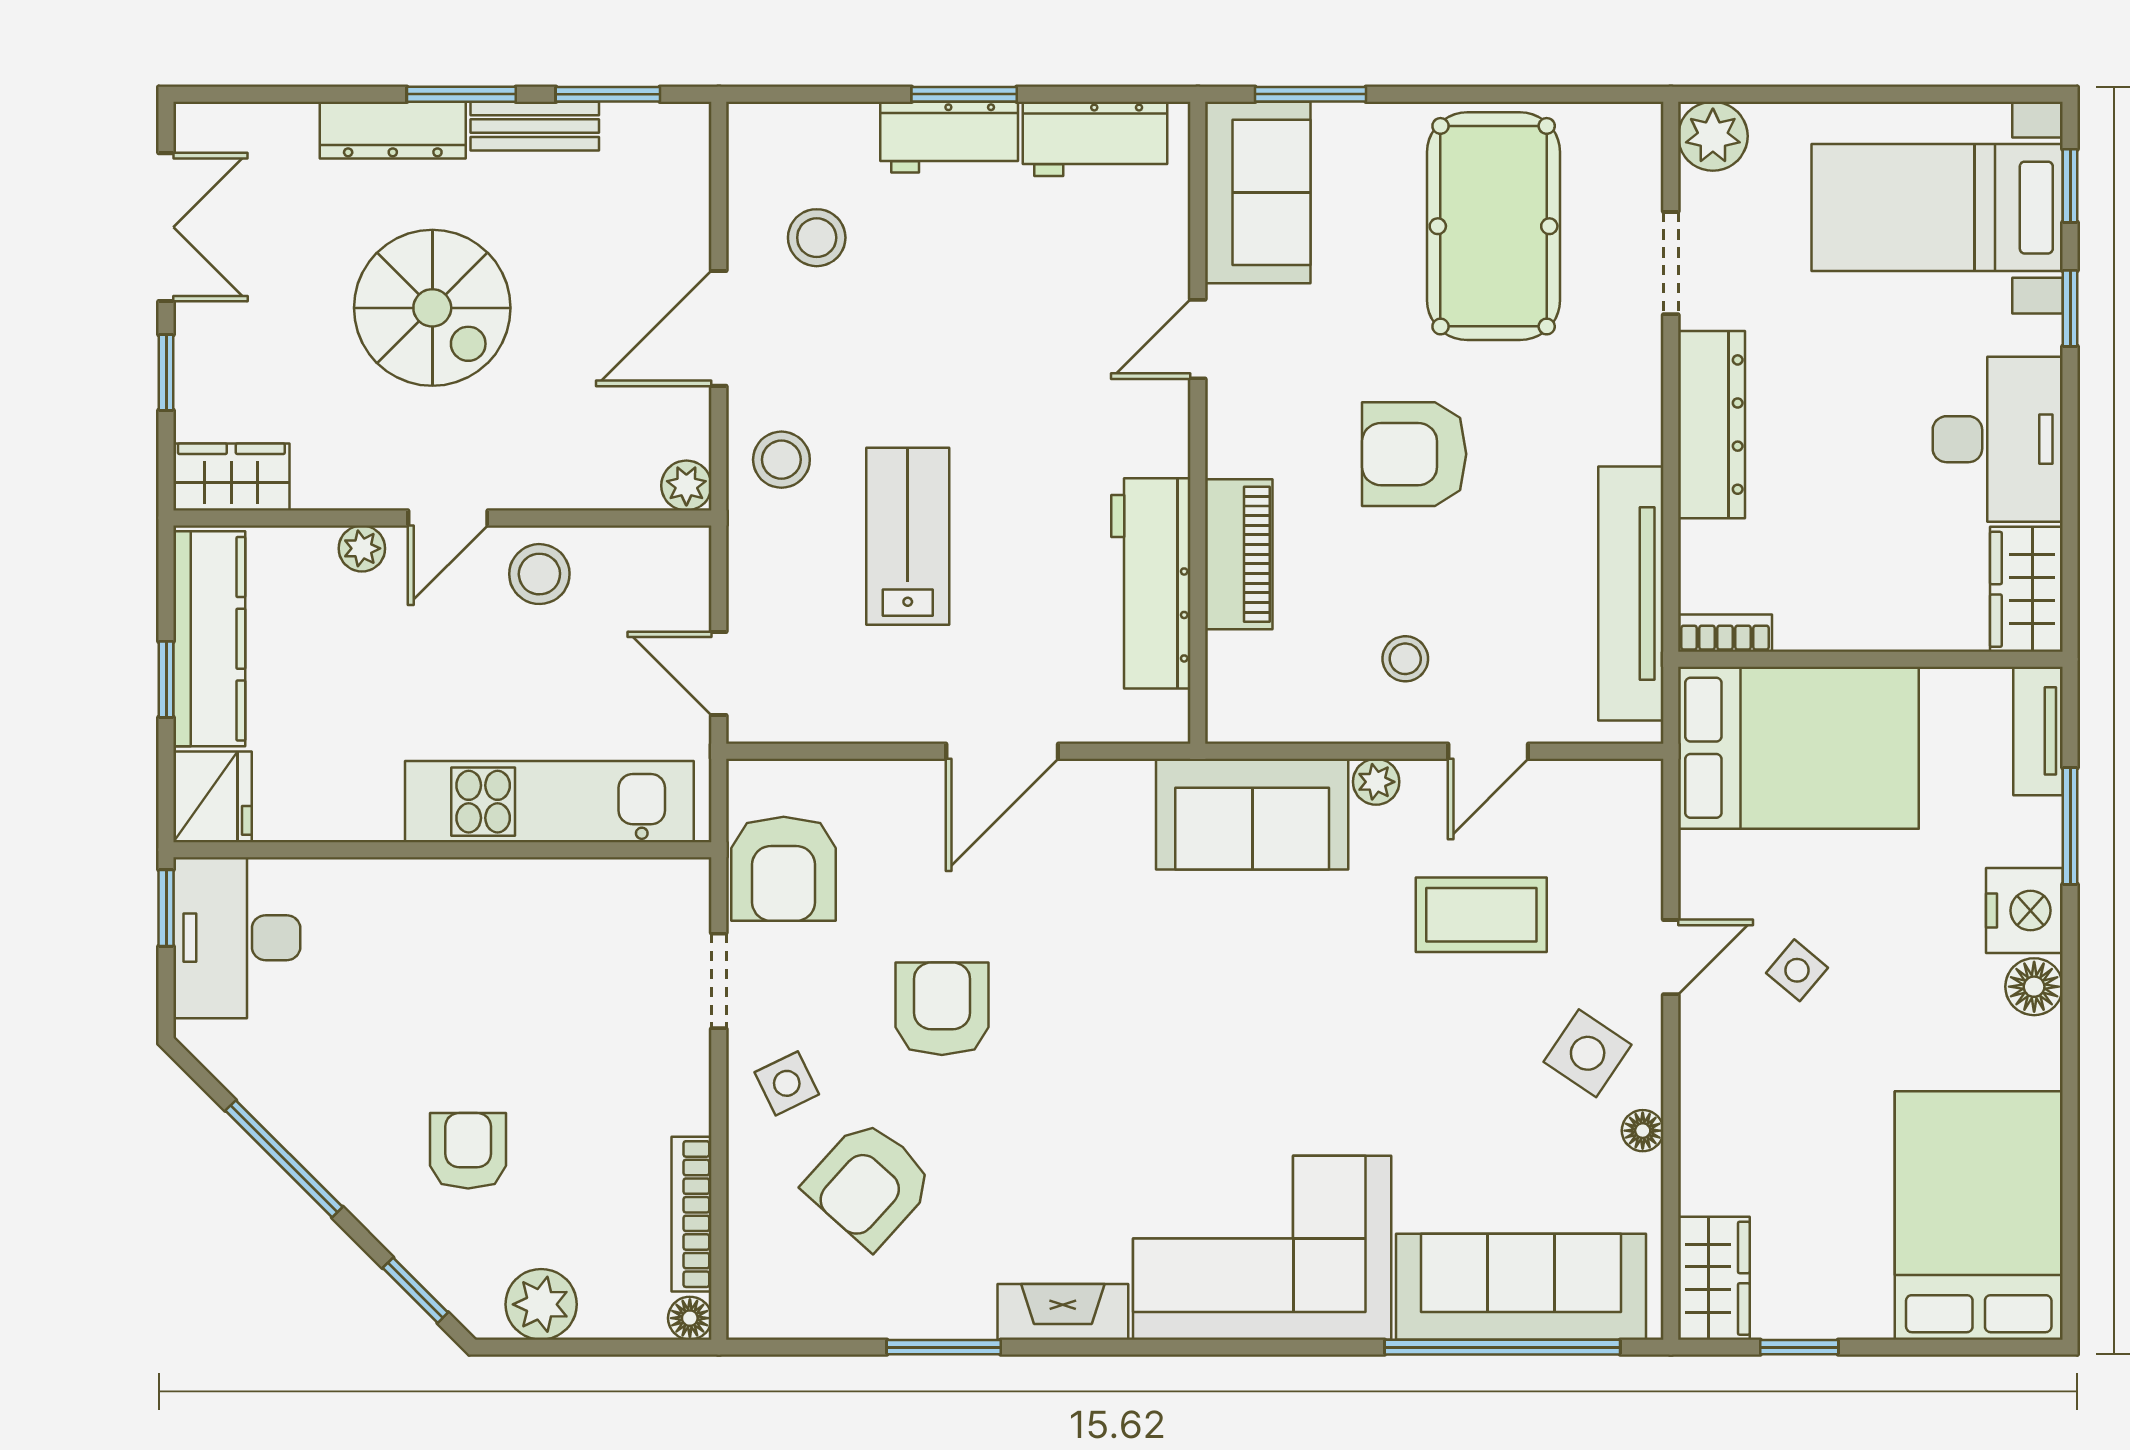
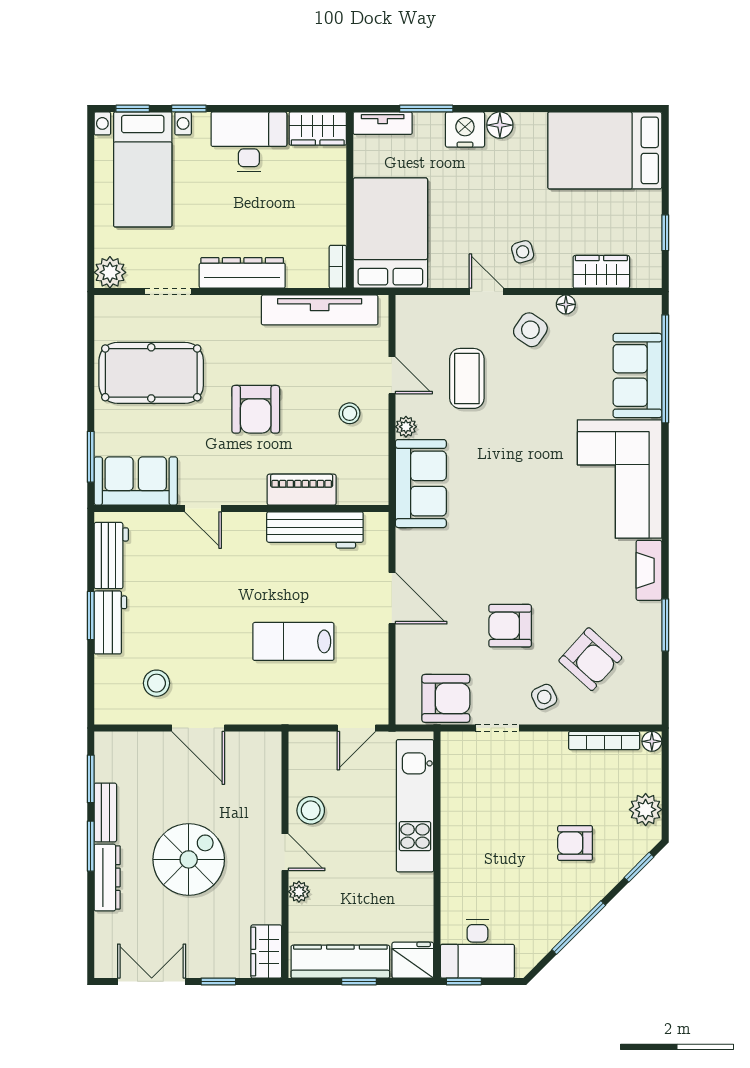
stool: (781, 460) -> (258, 699), removed
plant: (686, 486) -> (270, 743), removed
side table: (1797, 970) -> (523, 252), moved, turned 34
wardrobe: (1714, 1278) -> (601, 272), moved
sofa: (1521, 1287) -> (637, 375), width x0.73

